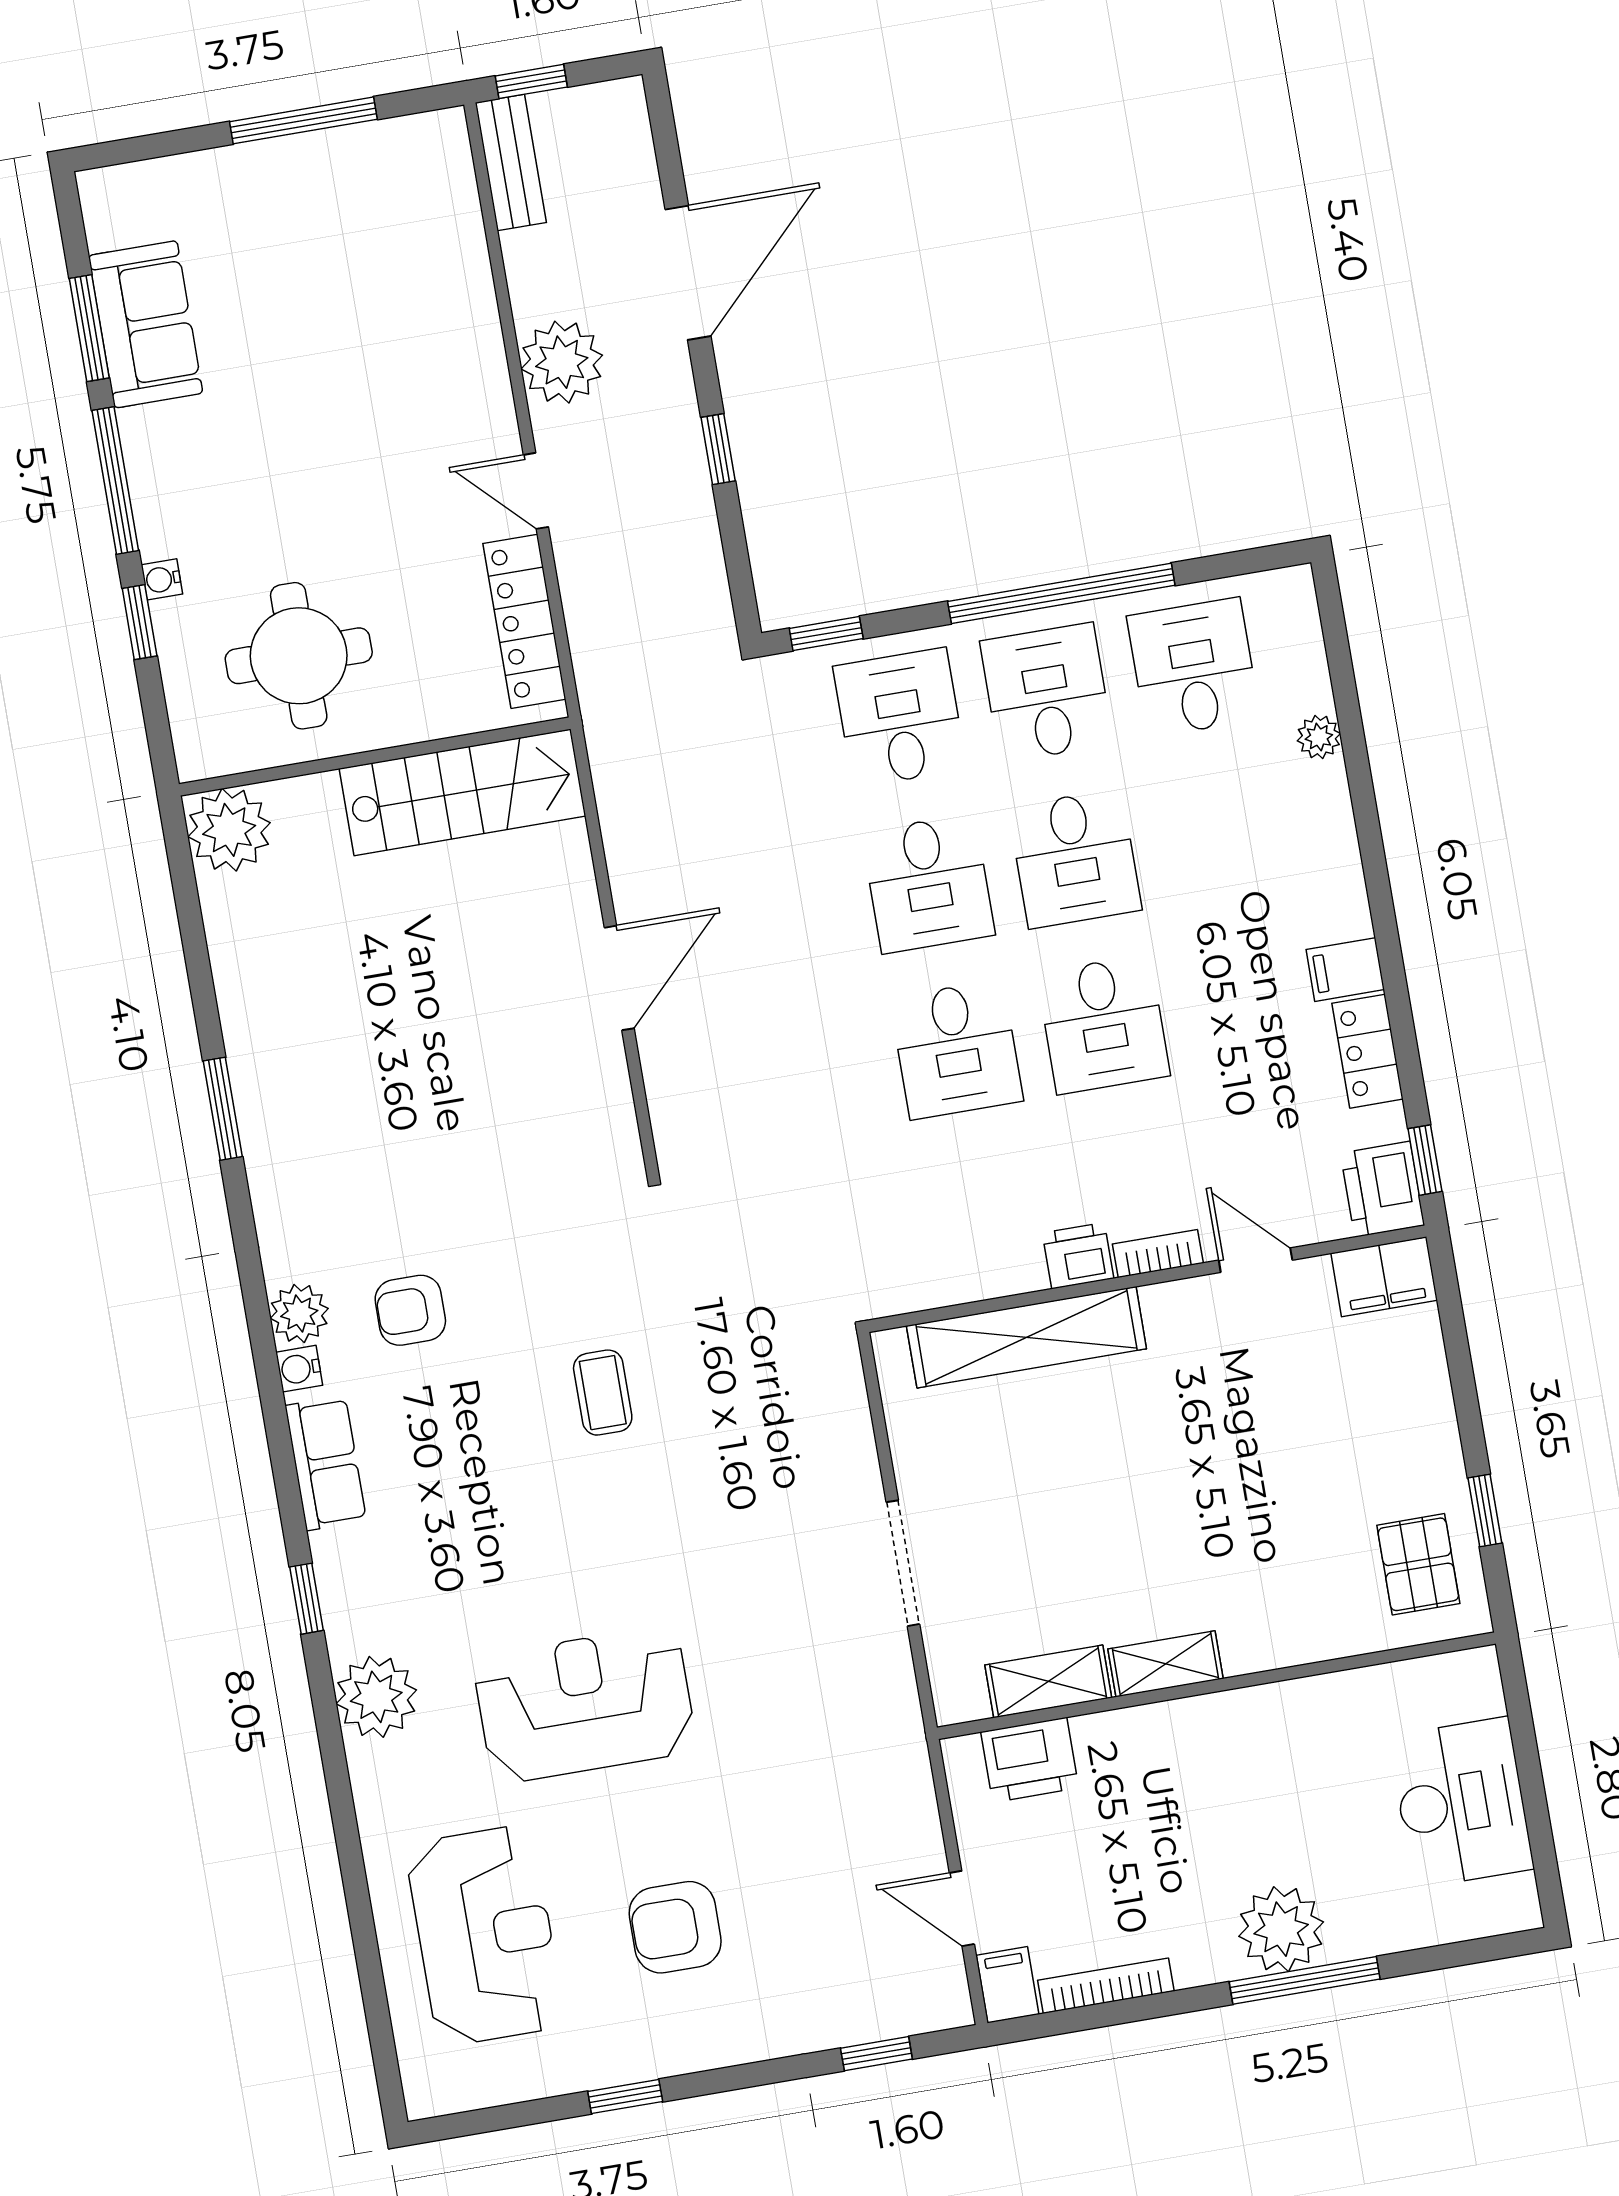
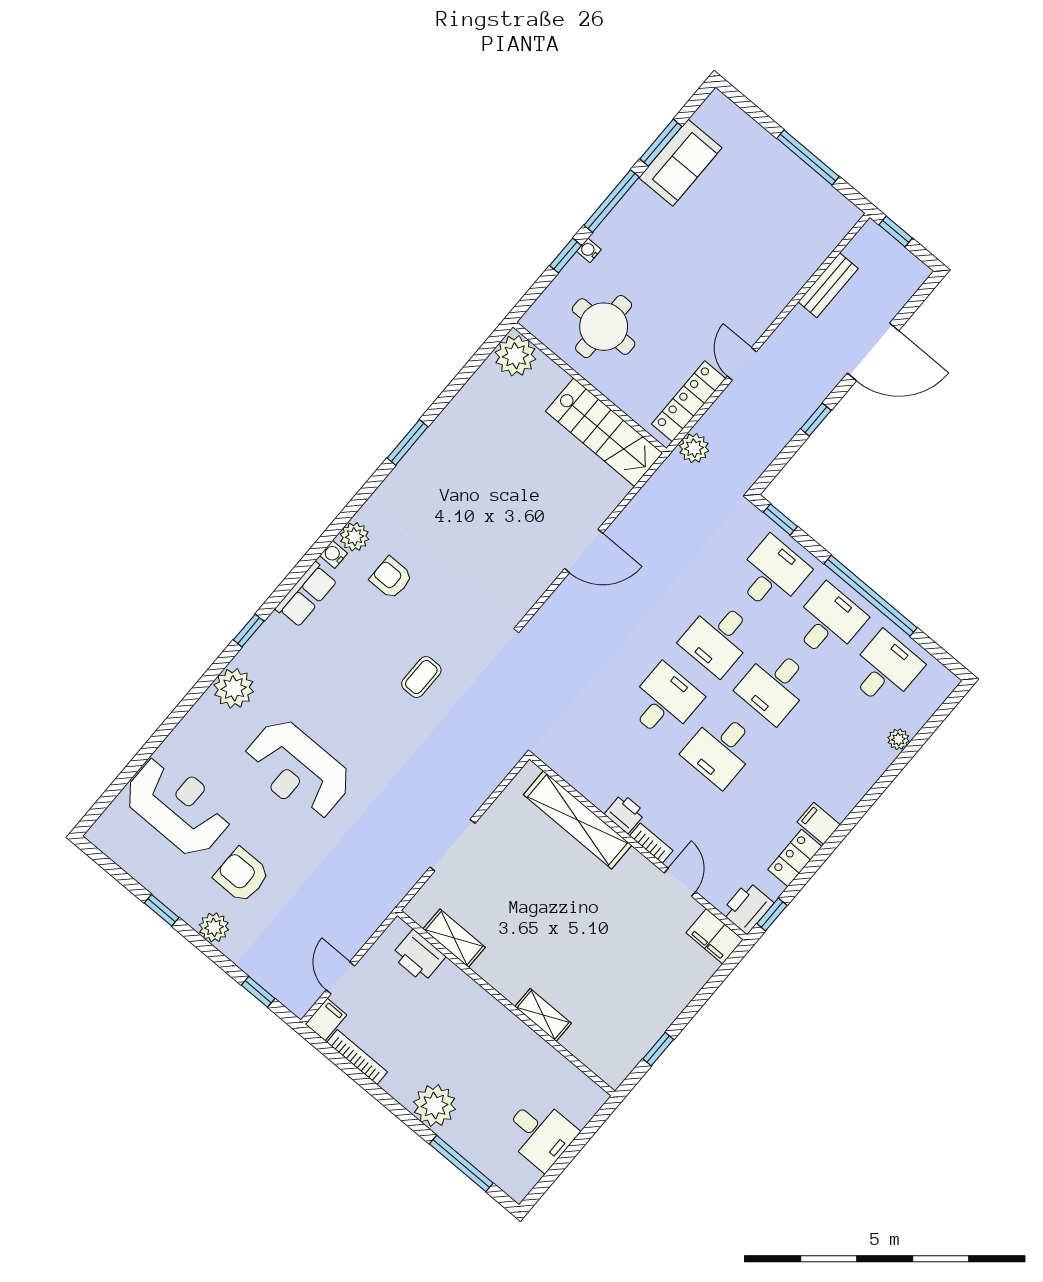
bench: (511, 163) -> (828, 285), moved
plant: (562, 362) -> (694, 448), moved, width x0.73, depth x0.73
desk: (957, 1049) -> (664, 702), turned 180
pallet: (1418, 1564) -> (617, 1041), removed
shelving: (1165, 1664) -> (543, 1015), moved
reception desk: (585, 1704) -> (297, 770), turned 180
desk: (1461, 1803) -> (540, 1133), width x0.73
reception desk: (485, 1935) -> (178, 806), turned -90
window: (1305, 1980) -> (461, 1163), moved
plant: (720, 2038) -> (214, 927), added

